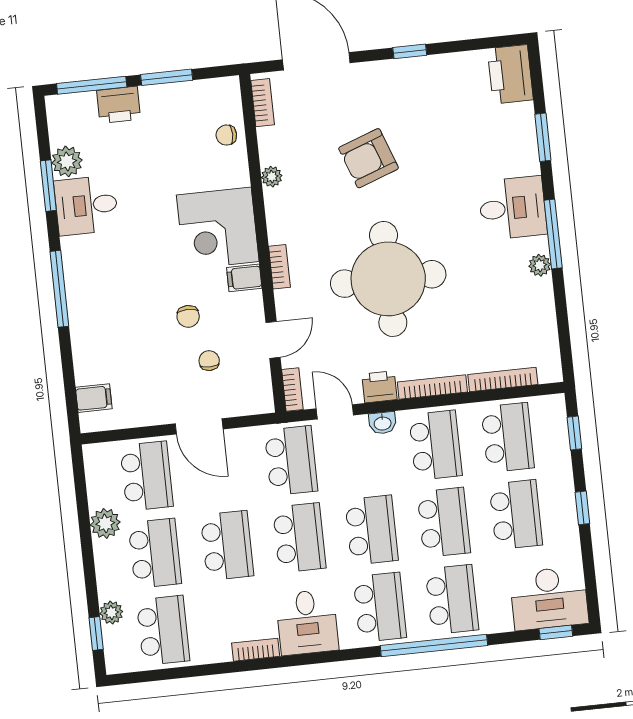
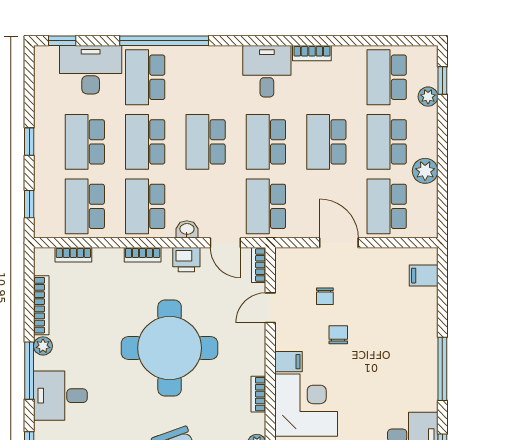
bookcase: (279, 267) -> (258, 394), moved
bookcase: (547, 314) -> (41, 305), added
bookcase: (503, 380) -> (73, 255), width x0.64
bookcase: (432, 387) -> (143, 255), width x0.64
desk: (549, 598) -> (91, 70), moved
school desk: (380, 607) -> (206, 77), removed

